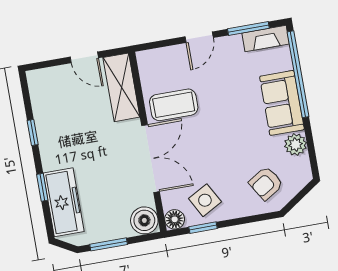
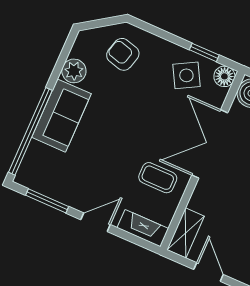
fireplace: (266, 39) -> (143, 228), moved
shelving: (121, 87) -> (186, 233), width x0.67, depth x0.75
coffee table: (174, 105) -> (158, 178), width x0.73, depth x0.77
armchair: (266, 183) -> (123, 54), turned -133

